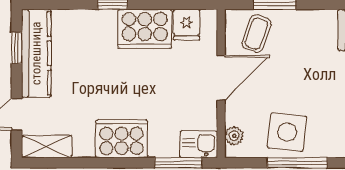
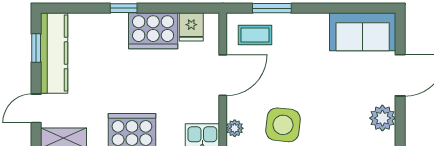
coffee table: (256, 34) -> (255, 35), turned 71

